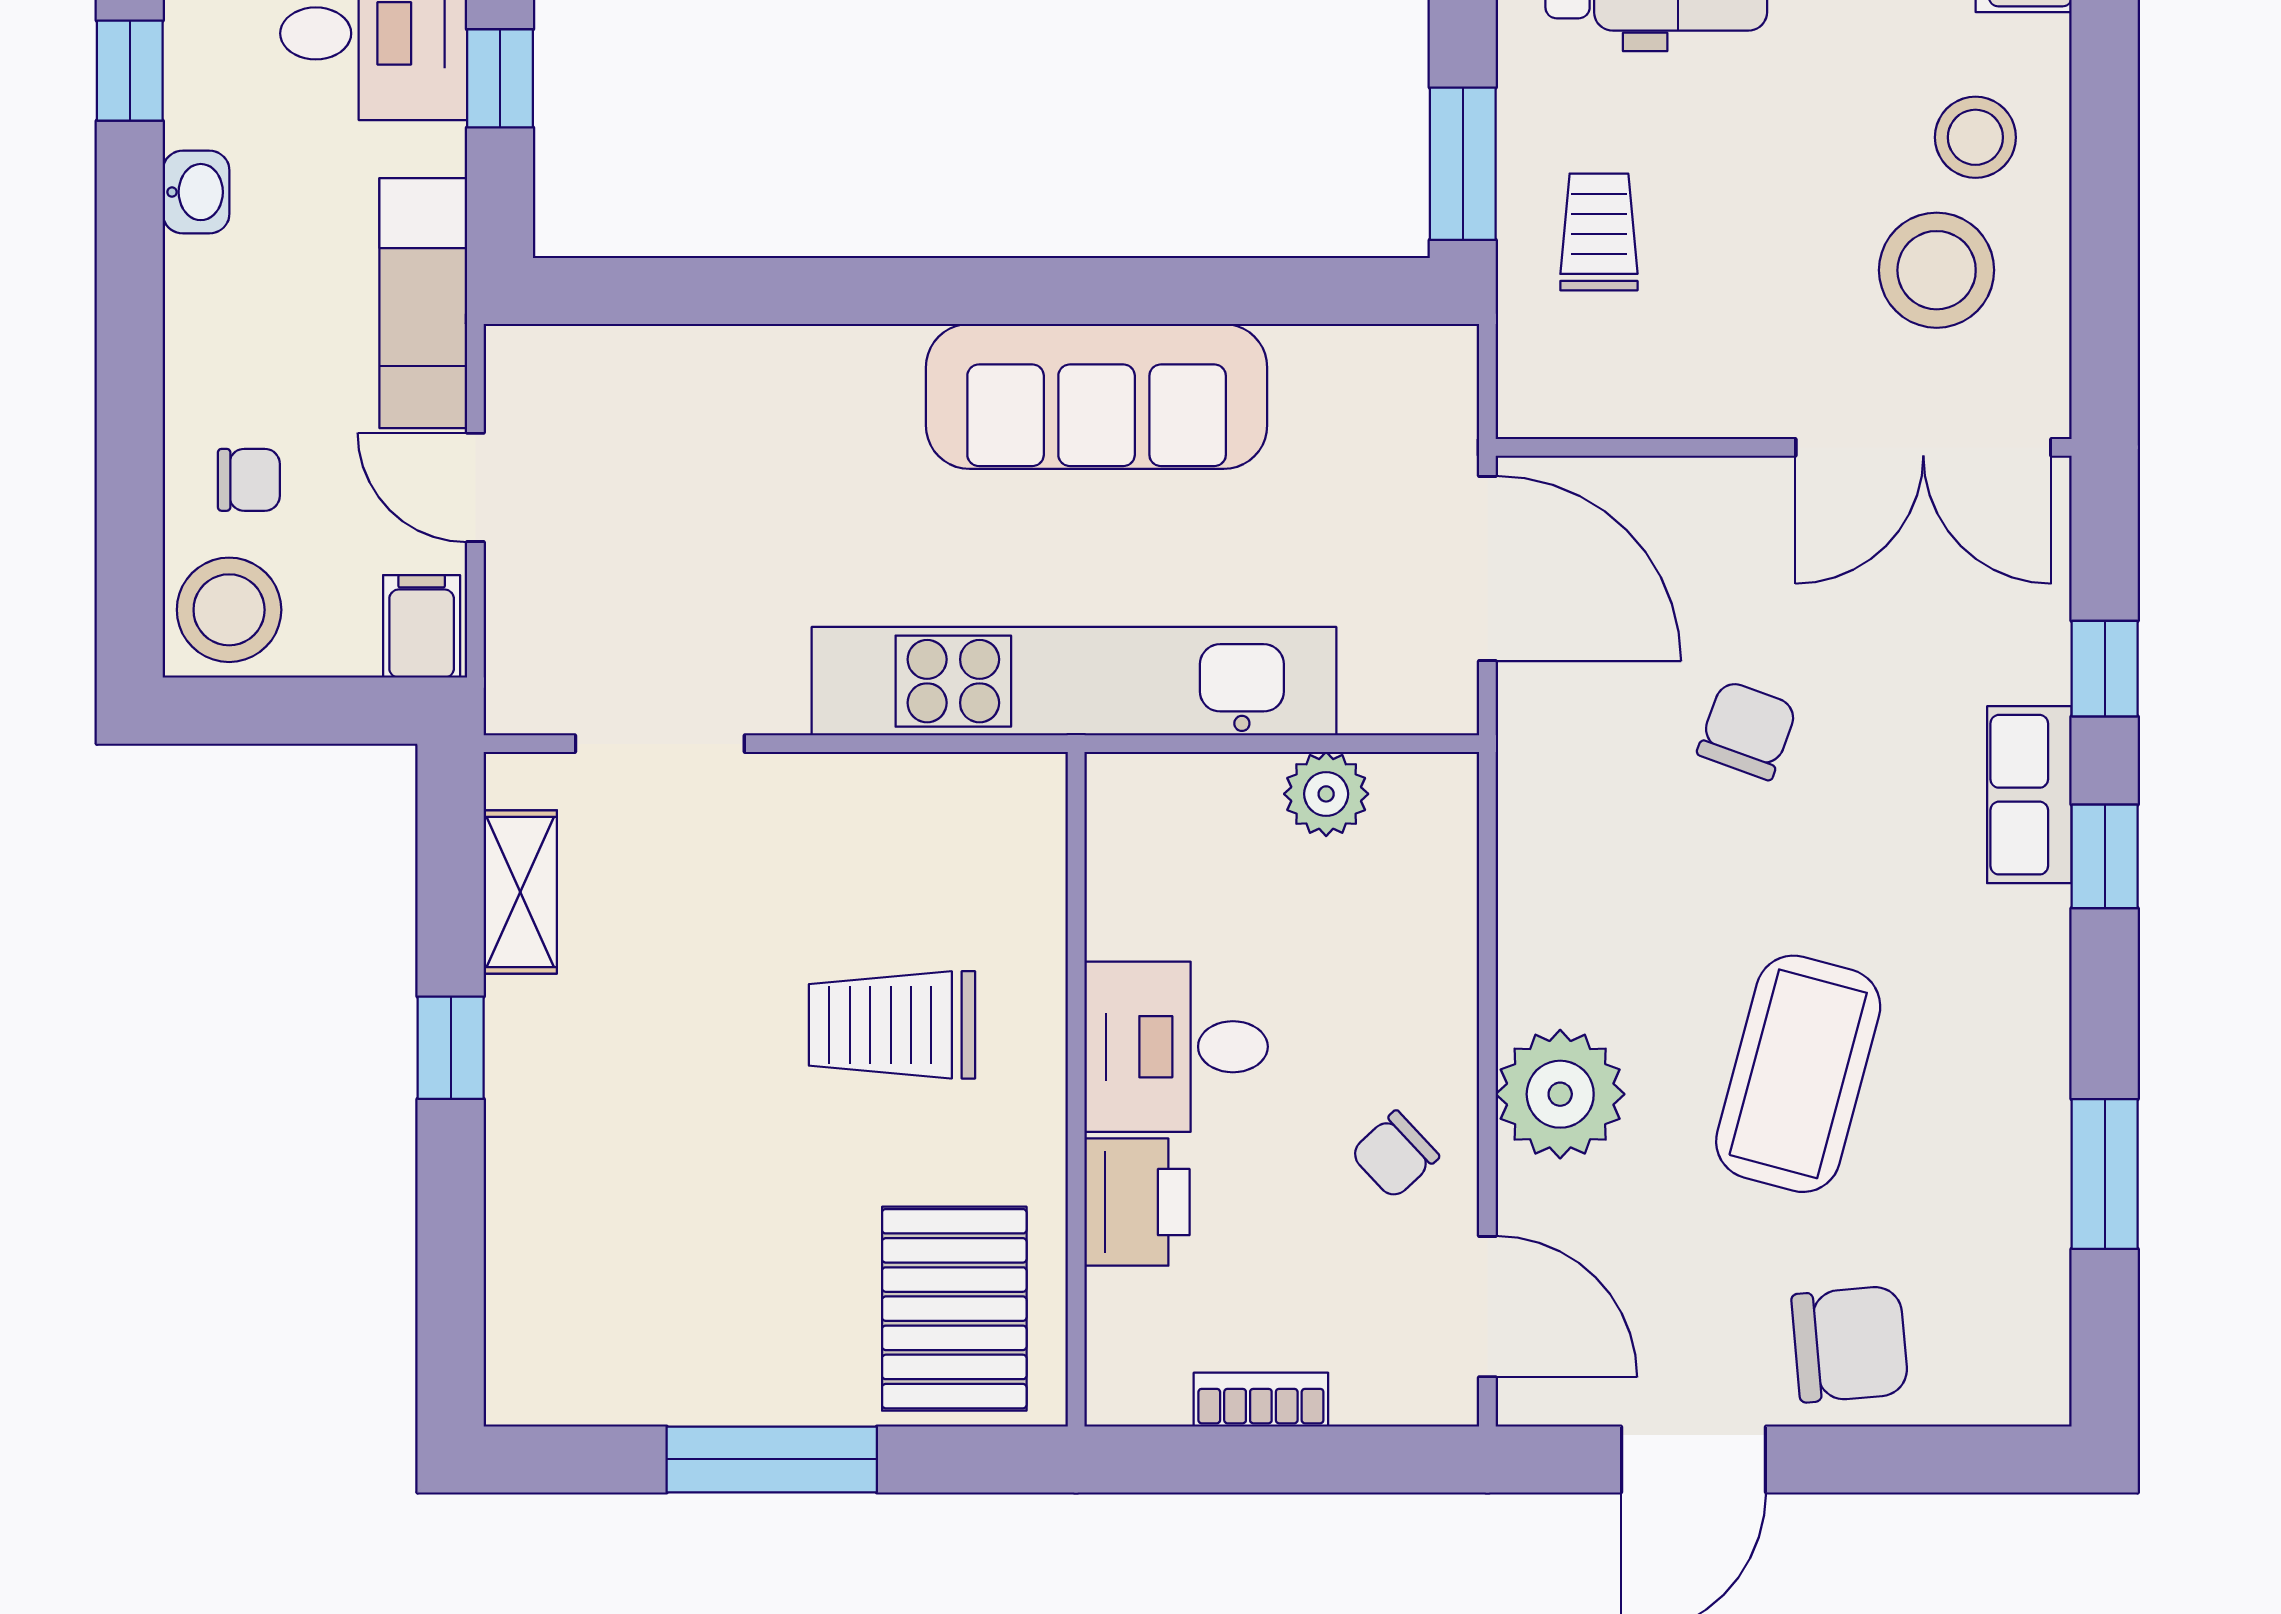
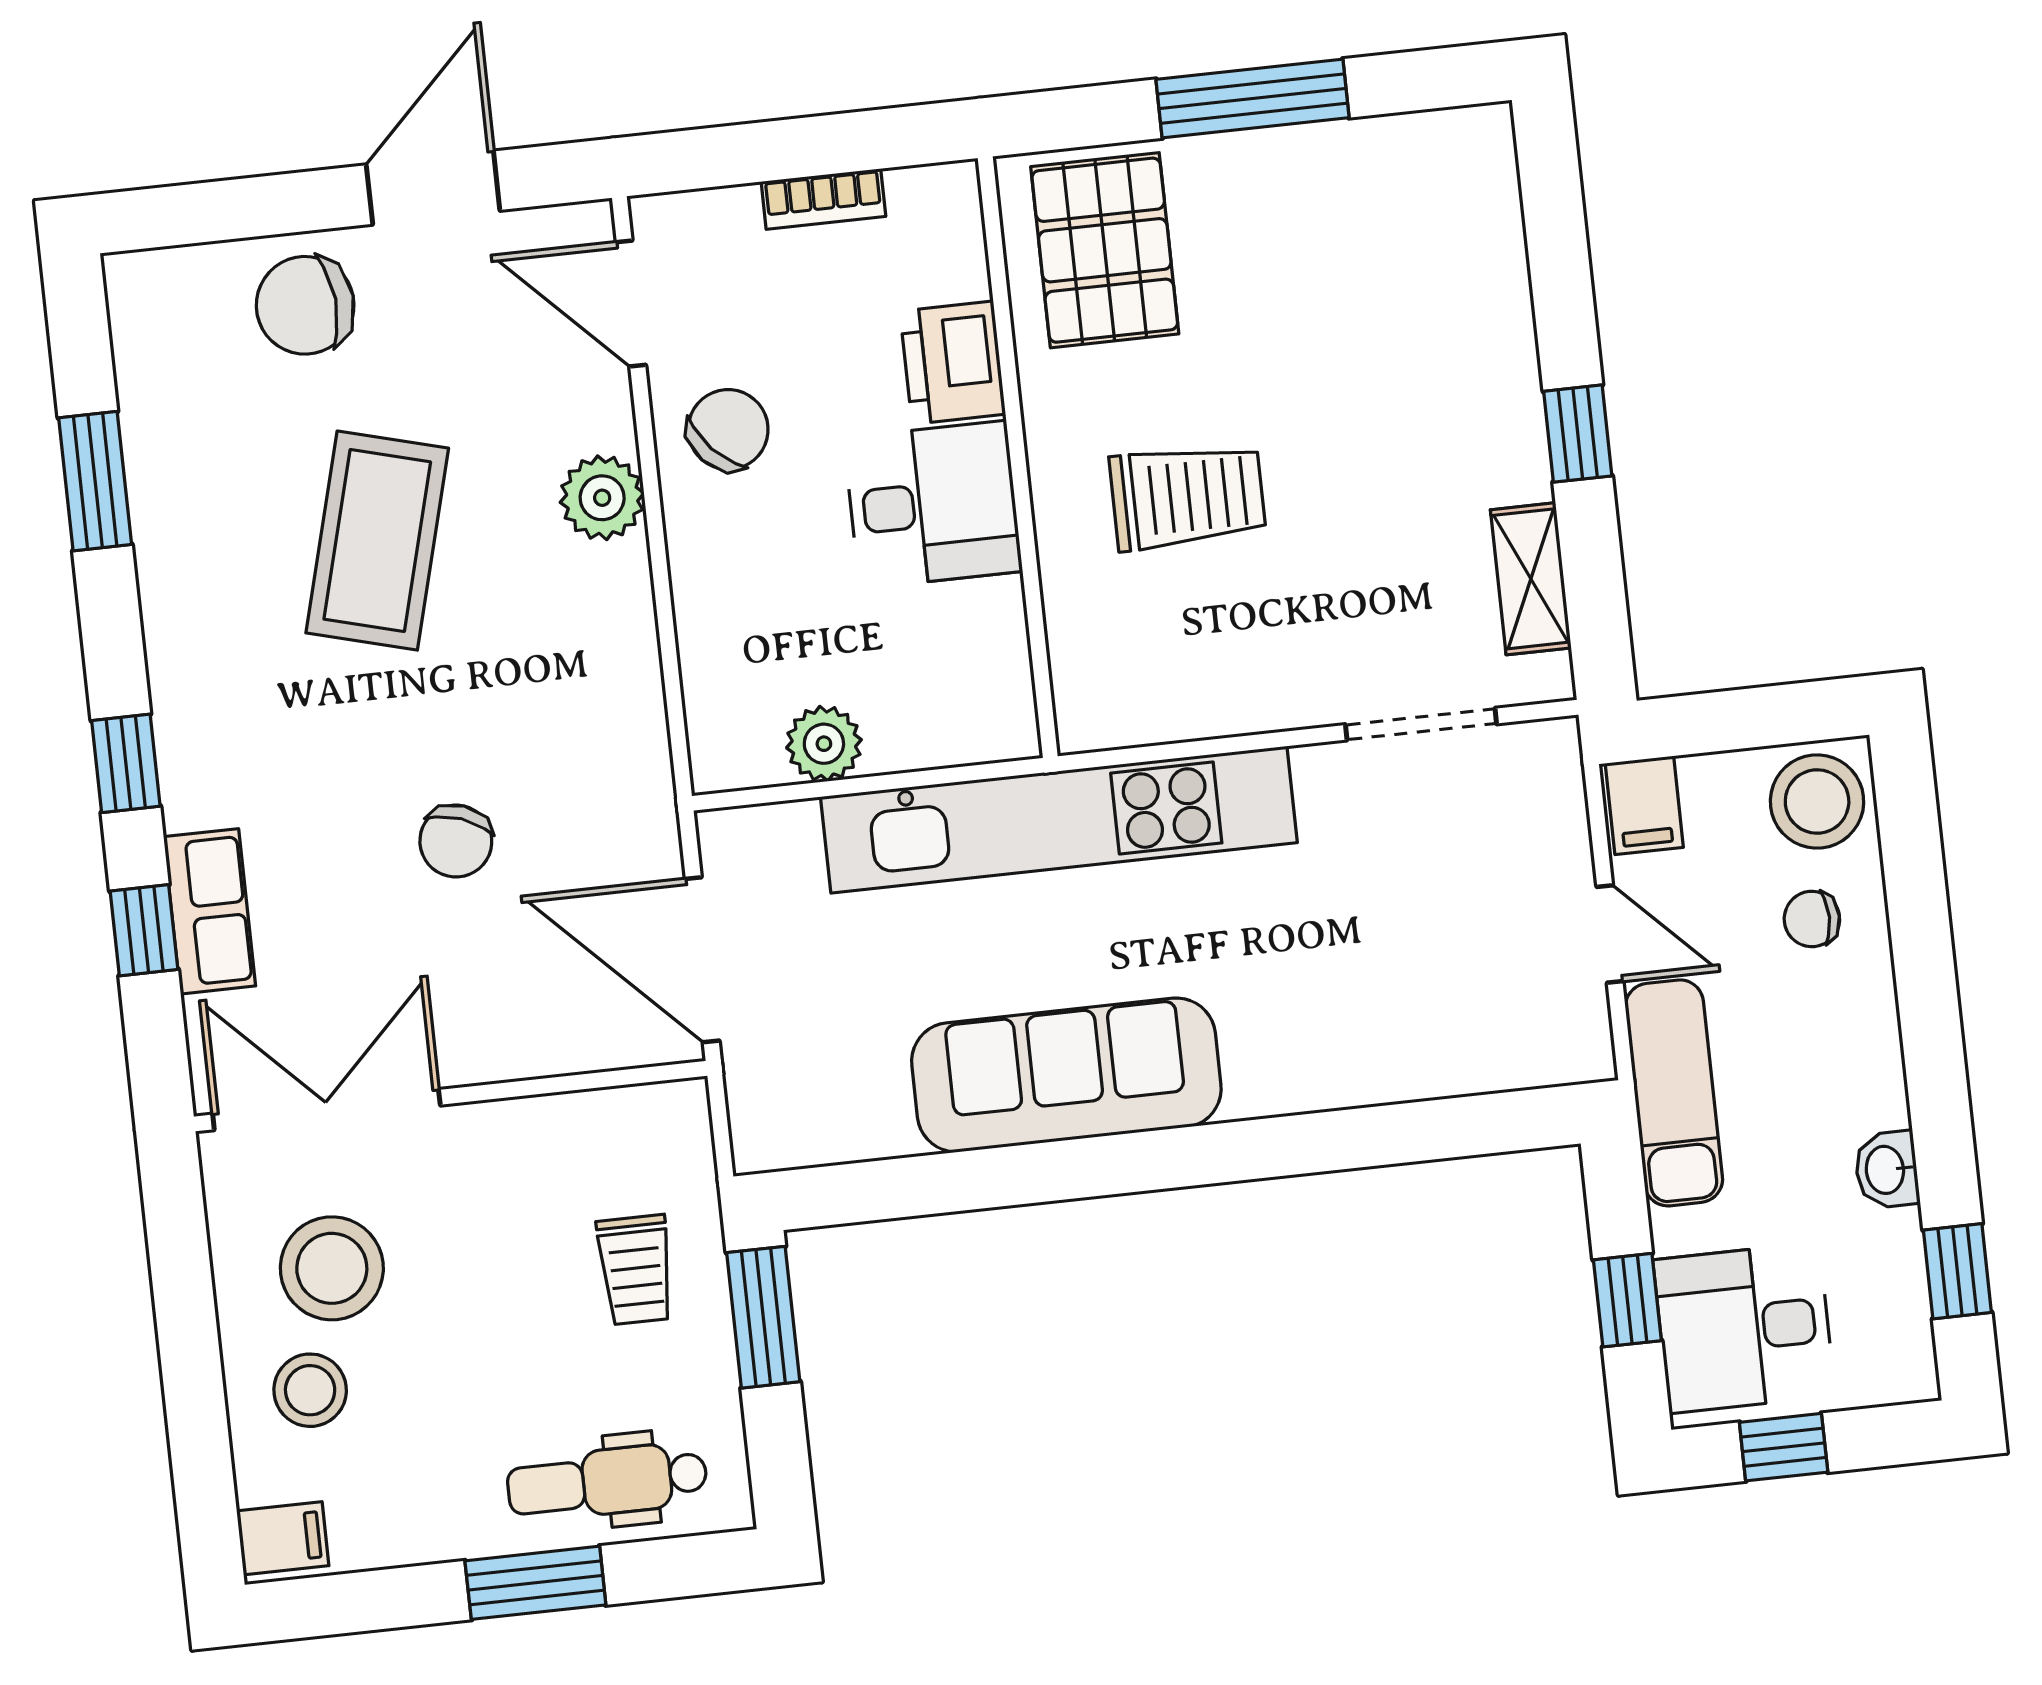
row of seats: (2029, 795) -> (210, 911), moved
plant: (1560, 1094) -> (602, 498), width x0.73, depth x0.73
chair: (1395, 1155) -> (728, 430), width x1.37, depth x1.37

